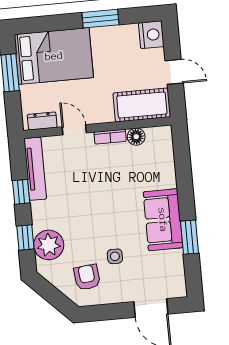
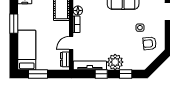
bed: (54, 56) -> (27, 50), width x0.67
plant: (49, 245) -> (115, 62), moved

